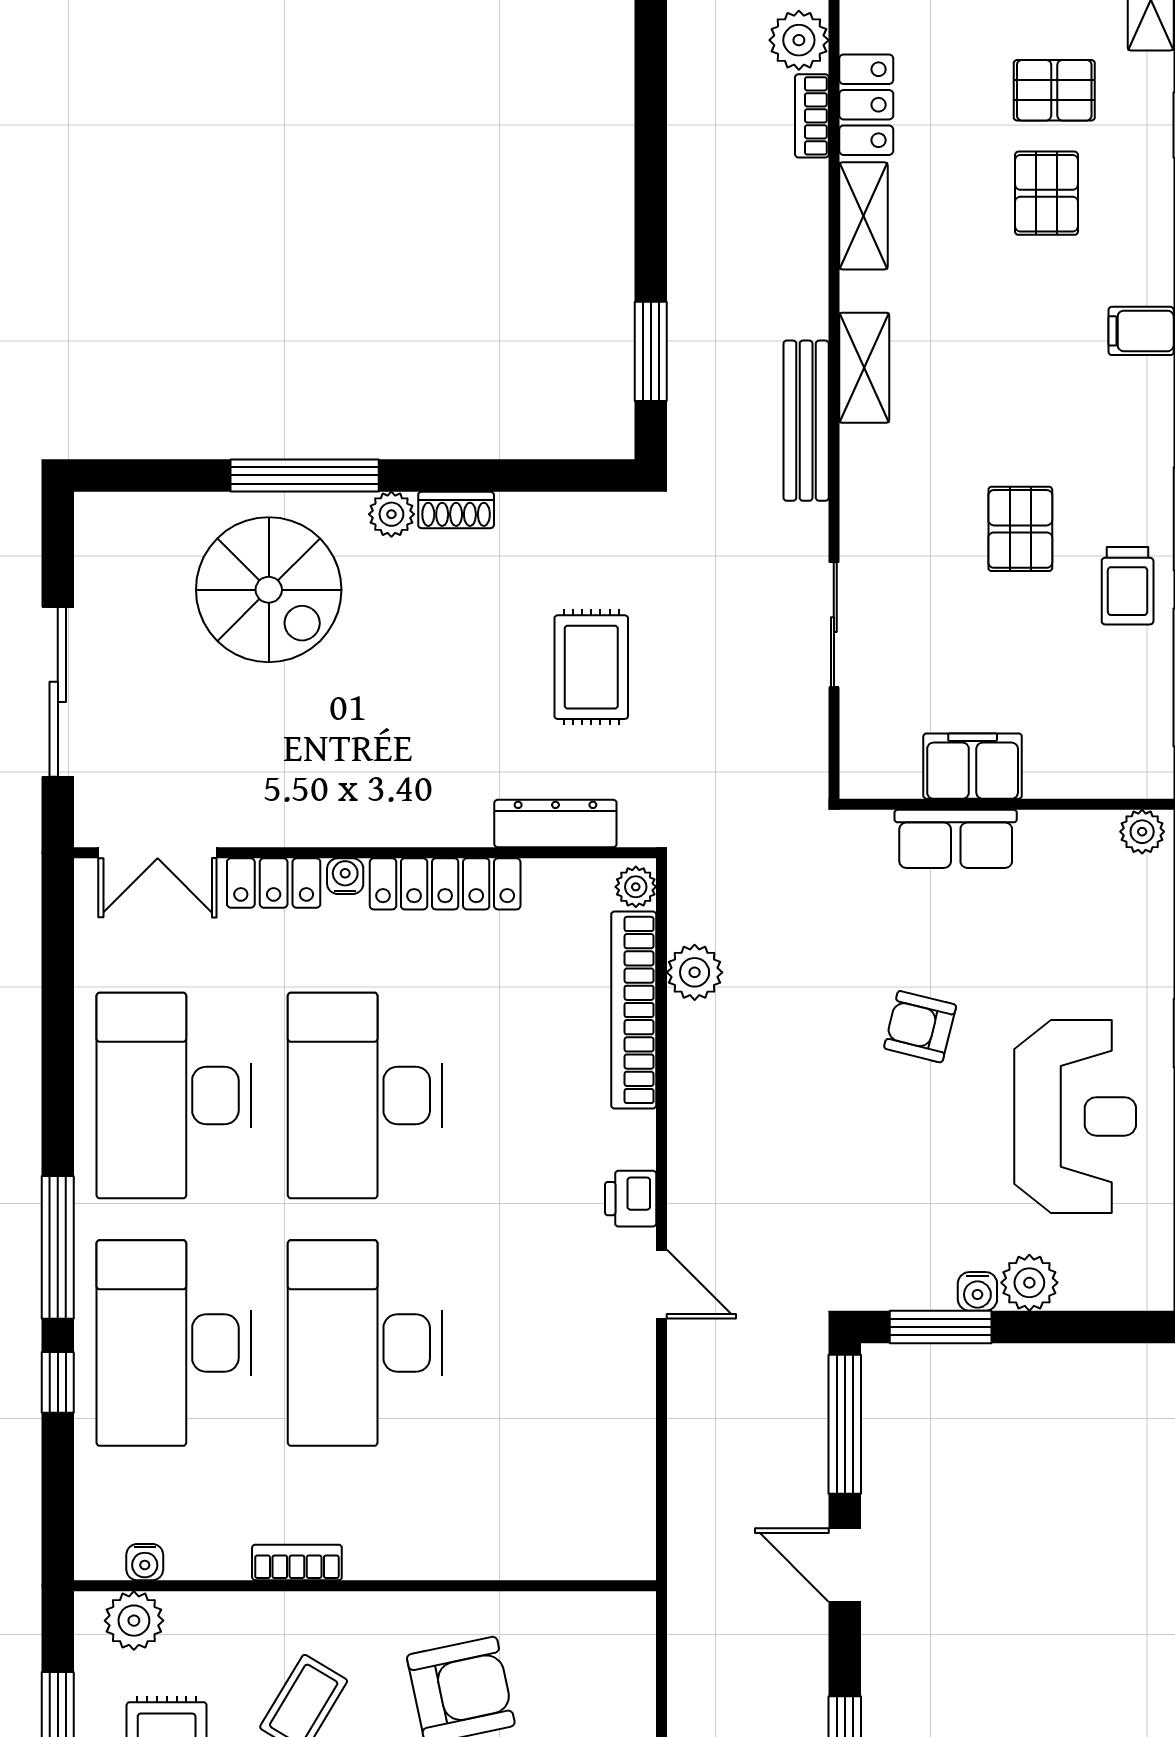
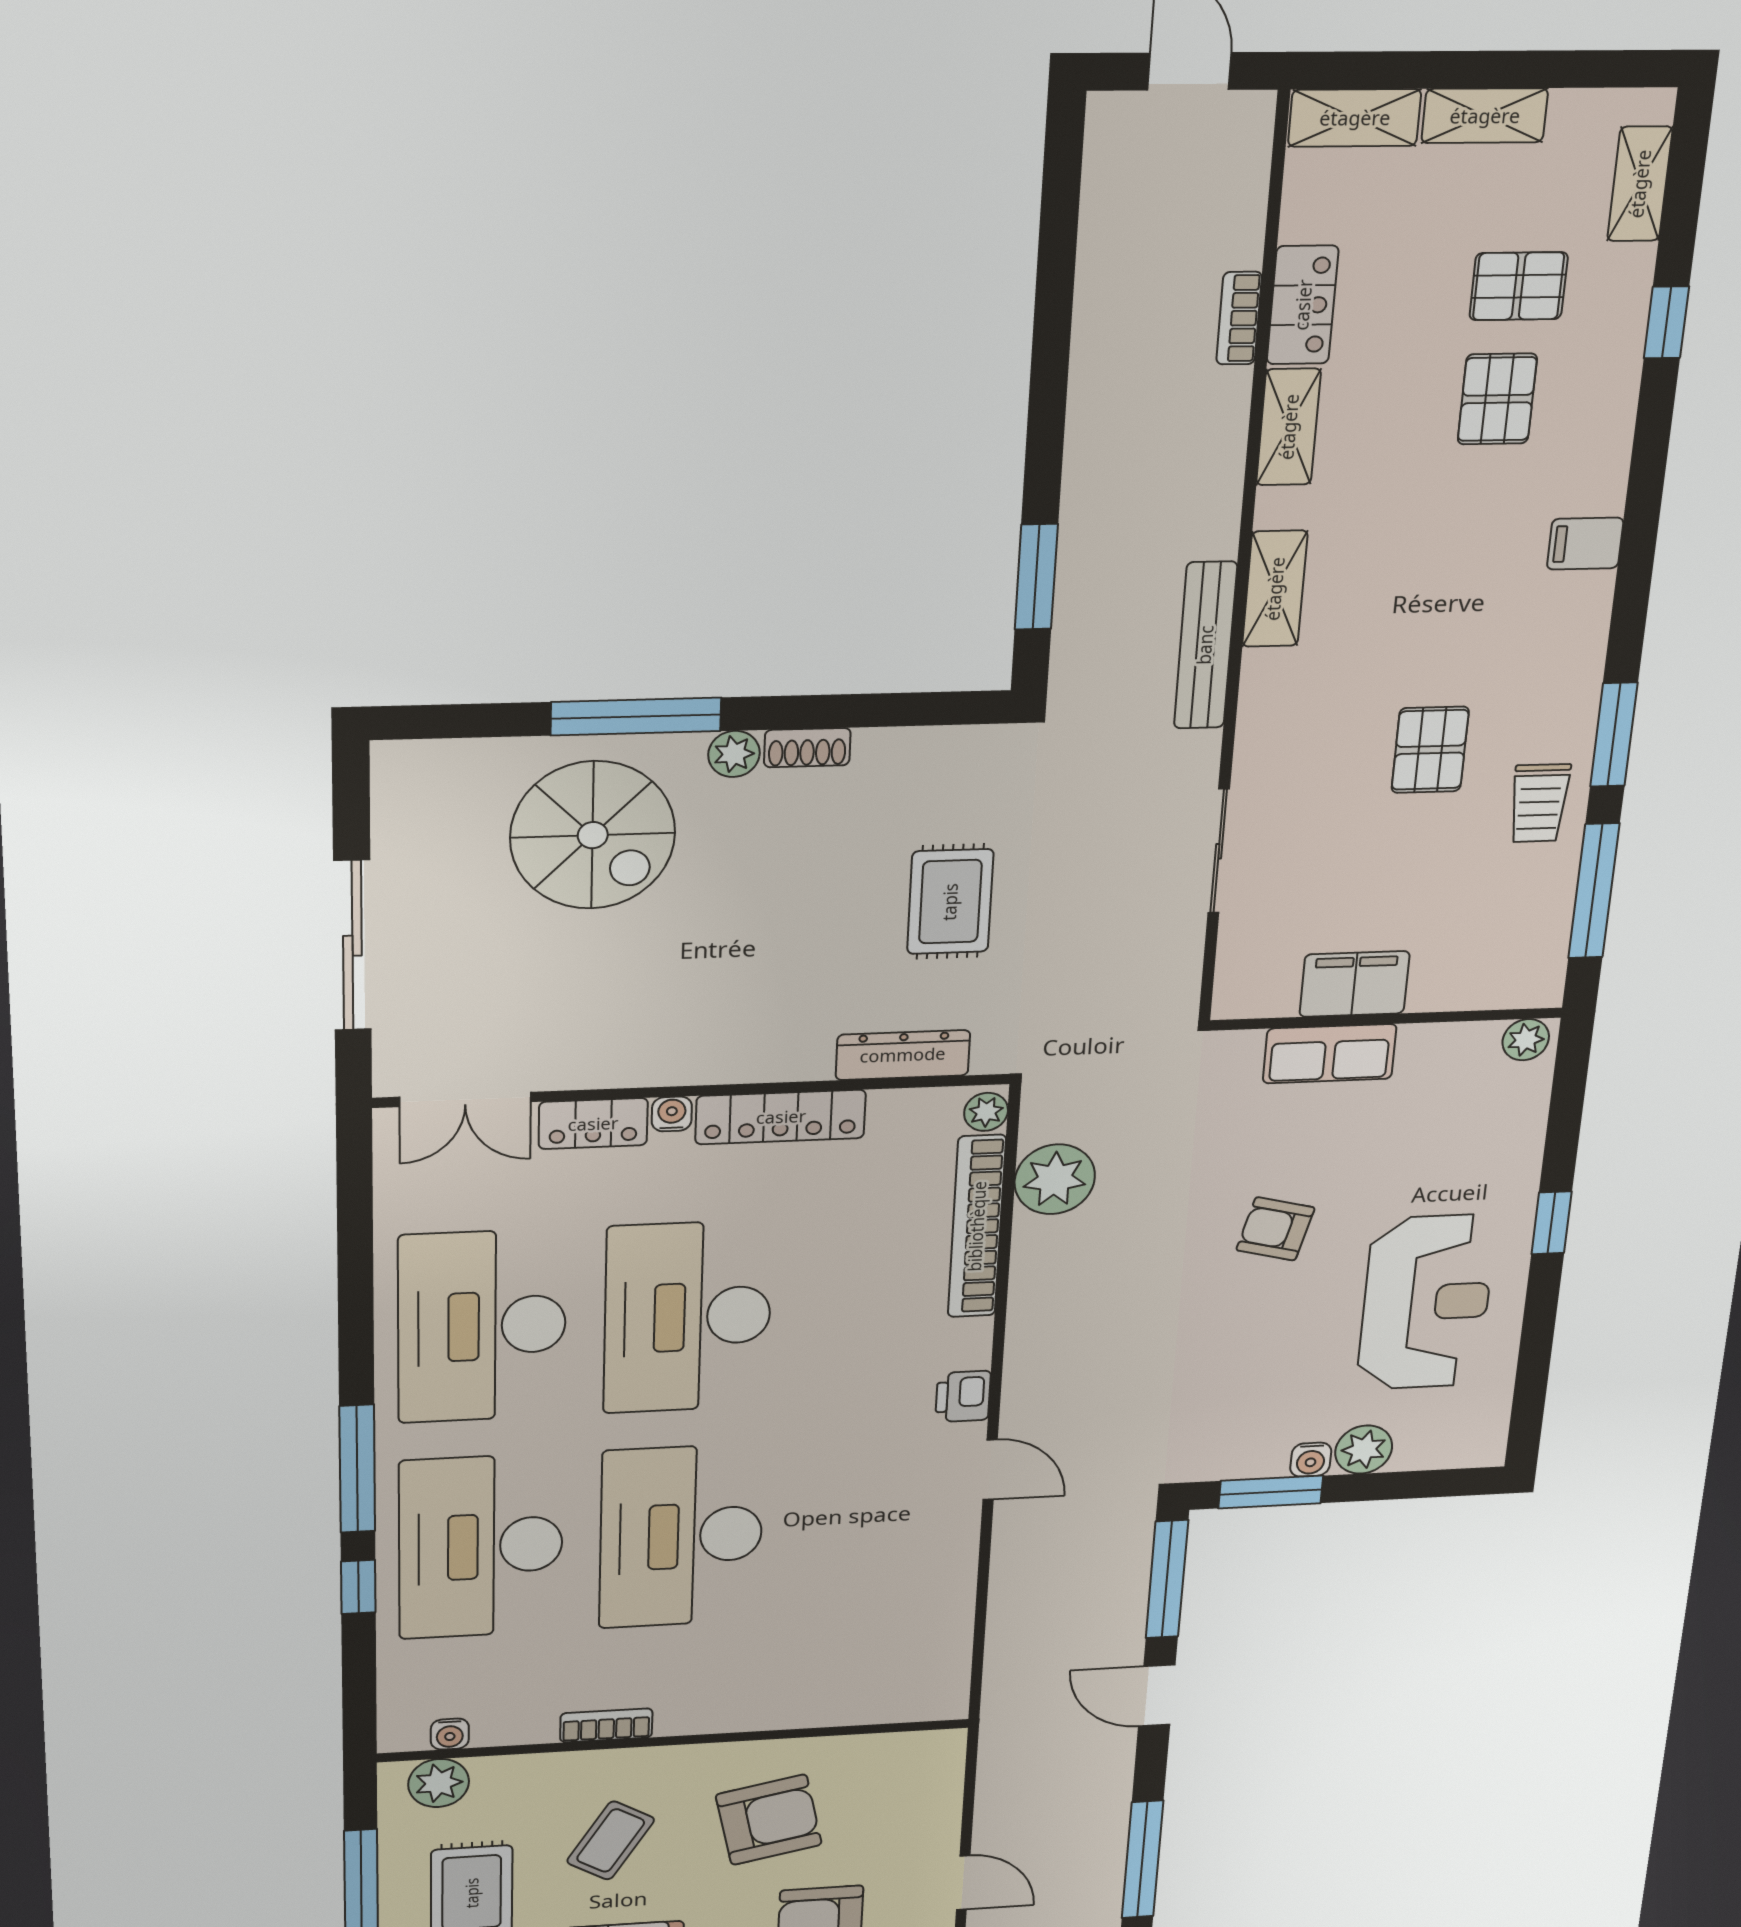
plant: (799, 40) -> (1231, 234), removed
plant: (695, 972) -> (1055, 1179), width x1.36, depth x1.36

